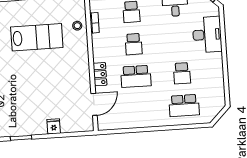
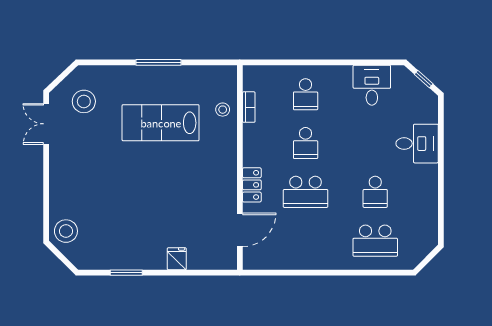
desk: (207, 35) -> (417, 144), width x0.73
lab bench: (37, 37) -> (161, 123), turned 180

